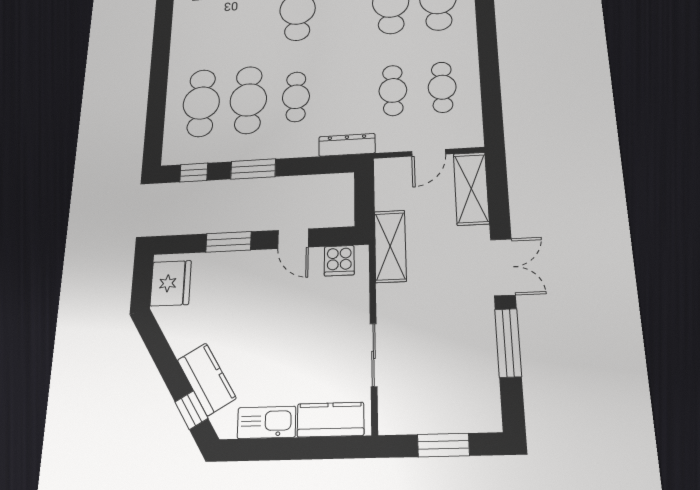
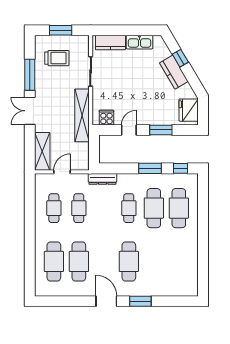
door: (293, 239) -> (129, 130), hinge flipped
shelving: (390, 246) -> (82, 115), width x1.47
kitchen counter: (207, 379) -> (174, 72), moved
trolley: (449, 381) -> (57, 58), added
window: (191, 410) -> (180, 58), moved

